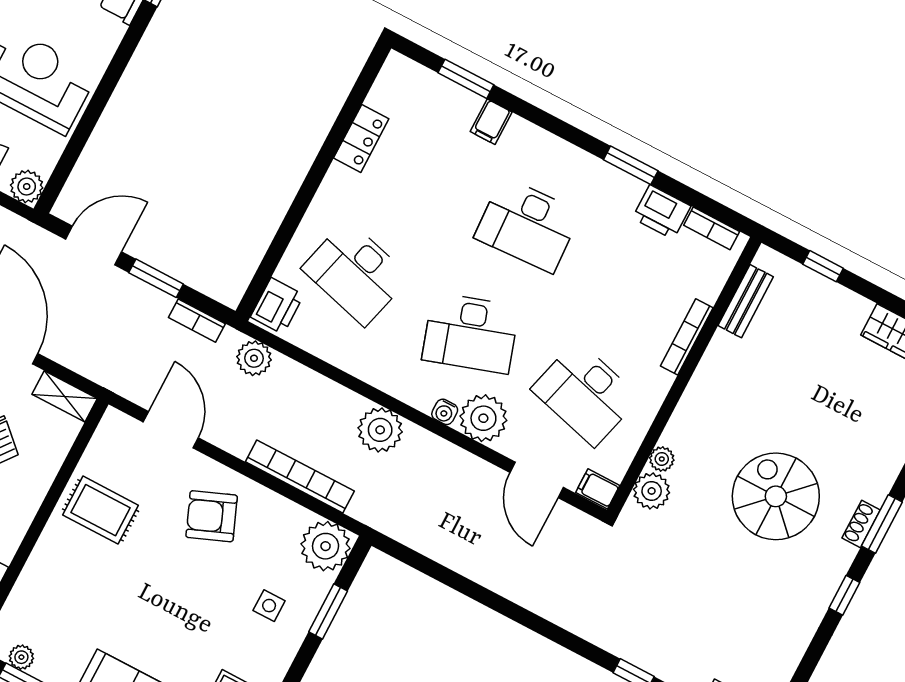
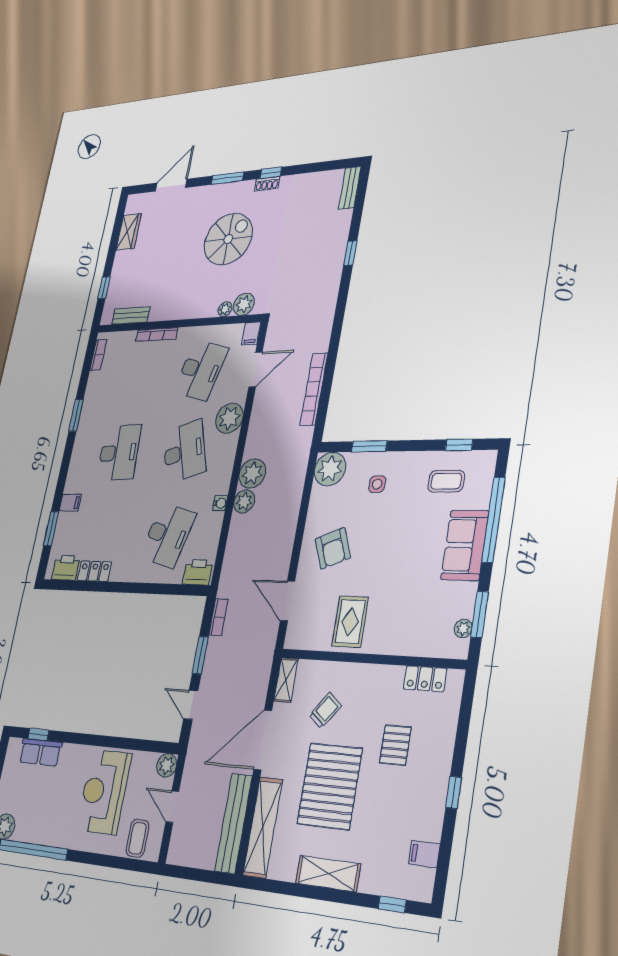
printer: (662, 212) -> (66, 568), moved, turned -90
door: (94, 245) -> (191, 705), width x0.73
plant: (254, 358) -> (244, 501), moved
water cooler: (445, 412) -> (220, 503), moved
door: (171, 430) -> (287, 601), hinge flipped
bookcase: (300, 476) -> (314, 389), moved
spiral stairs: (776, 496) -> (228, 239), turned 180
shoe rack: (861, 524) -> (267, 184), moved

